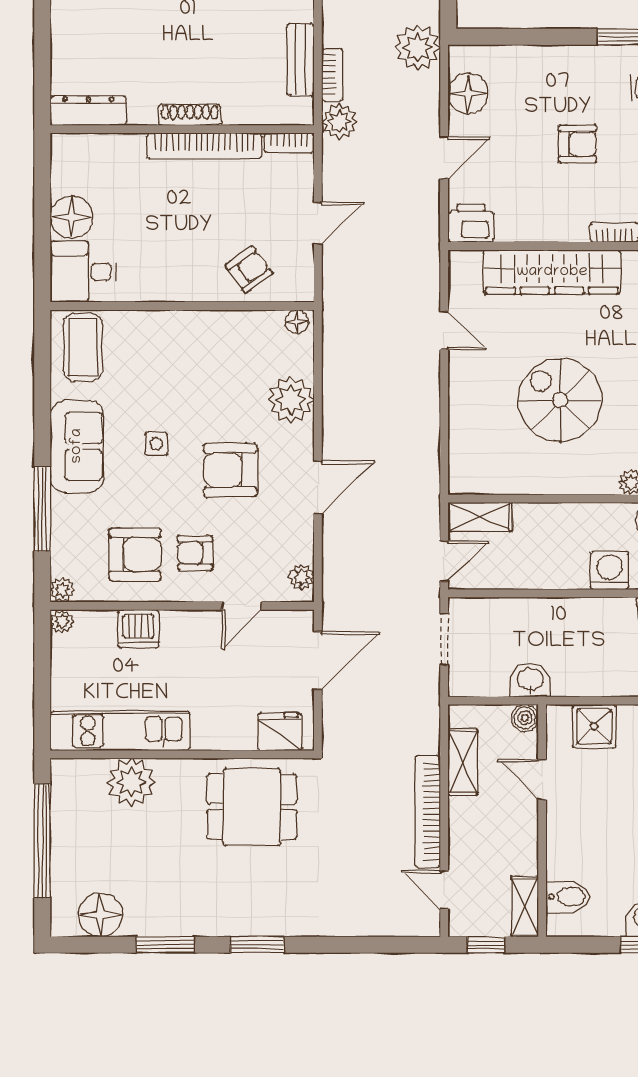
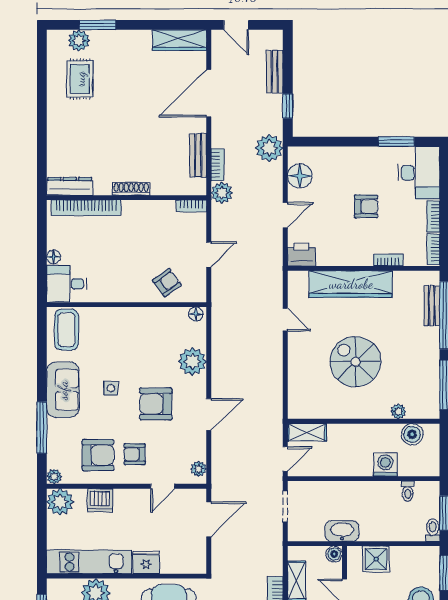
bookcase: (204, 146) -> (86, 208), moved
floor lamp: (72, 217) -> (54, 257), width x0.53, depth x0.53
plant: (62, 622) -> (60, 502), width x1.88, depth x1.88
washbasin: (530, 680) -> (342, 531), width x1.38
fridge: (280, 732) -> (146, 562), moved

